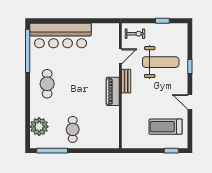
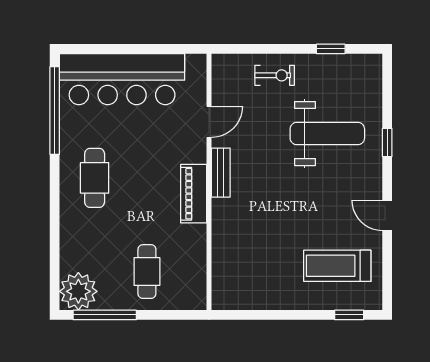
door: (120, 56) -> (209, 122), moved
bench: (126, 81) -> (221, 173), moved
wall: (120, 86) -> (209, 182), moved
piano: (113, 91) -> (194, 194), moved
plant: (39, 127) -> (78, 291), moved

